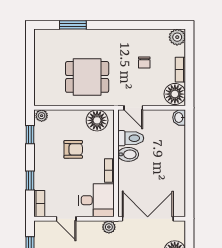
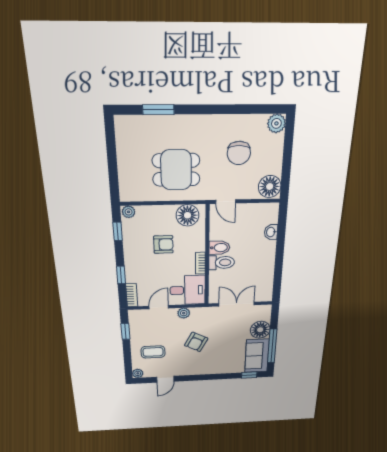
chair: (144, 63) -> (239, 153), width x1.87, depth x1.87
bookcase: (180, 70) -> (277, 160), removed
washbasin: (179, 117) -> (271, 232), moved
toilet: (131, 138) -> (222, 263), moved
door: (66, 219) -> (159, 307), swing flipped
double door: (148, 219) -> (237, 304), width x0.73
plant: (109, 227) -> (184, 313), moved

